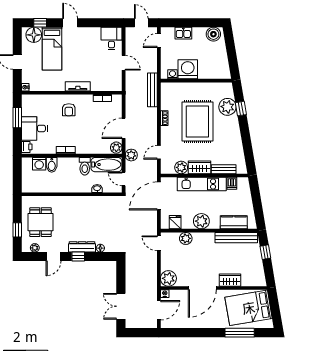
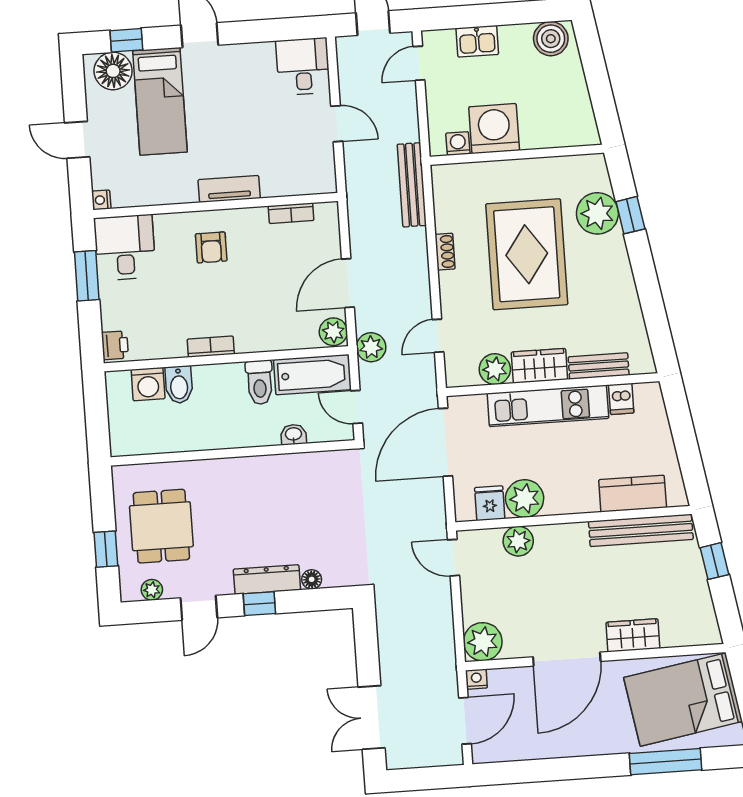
desk: (34, 128) -> (125, 248), moved, turned 90
plant: (201, 221) -> (525, 499), moved

